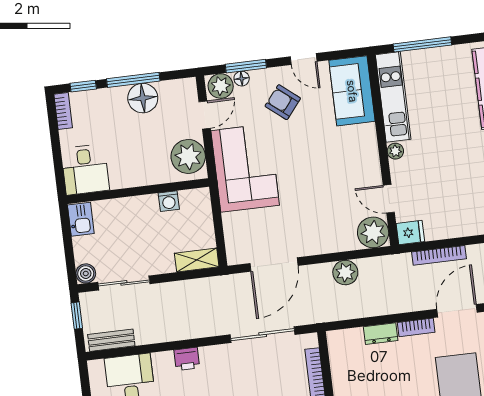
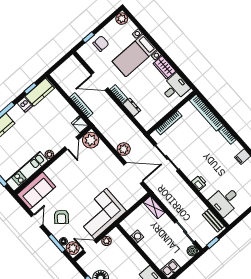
plant: (188, 156) -> (106, 241), width x0.53, depth x0.53
plant: (345, 273) -> (124, 149), moved

